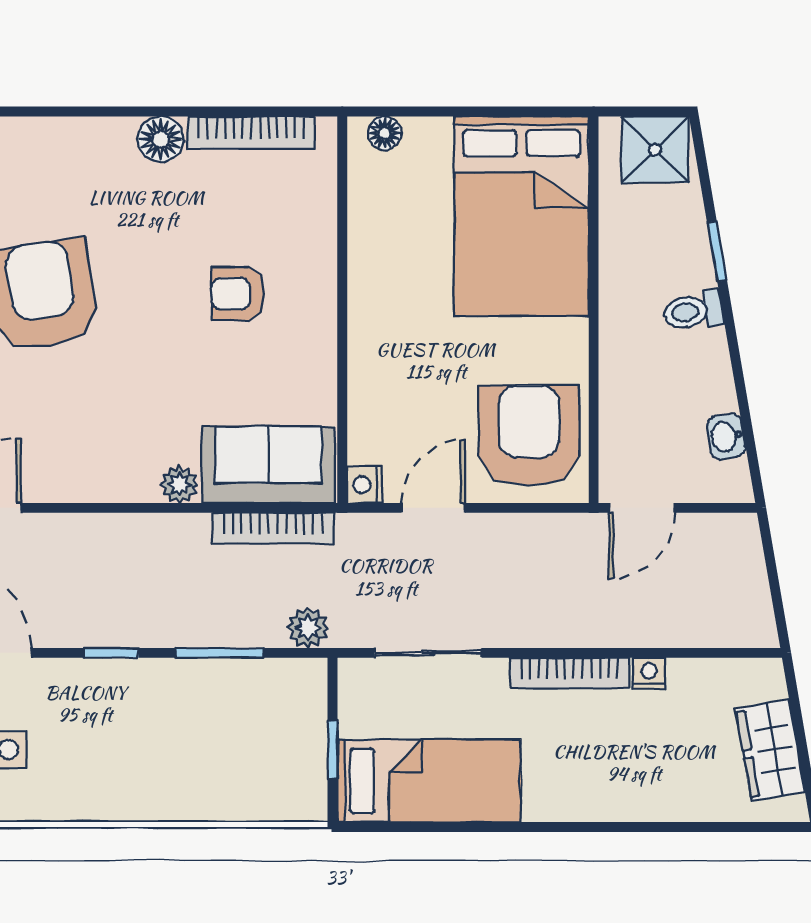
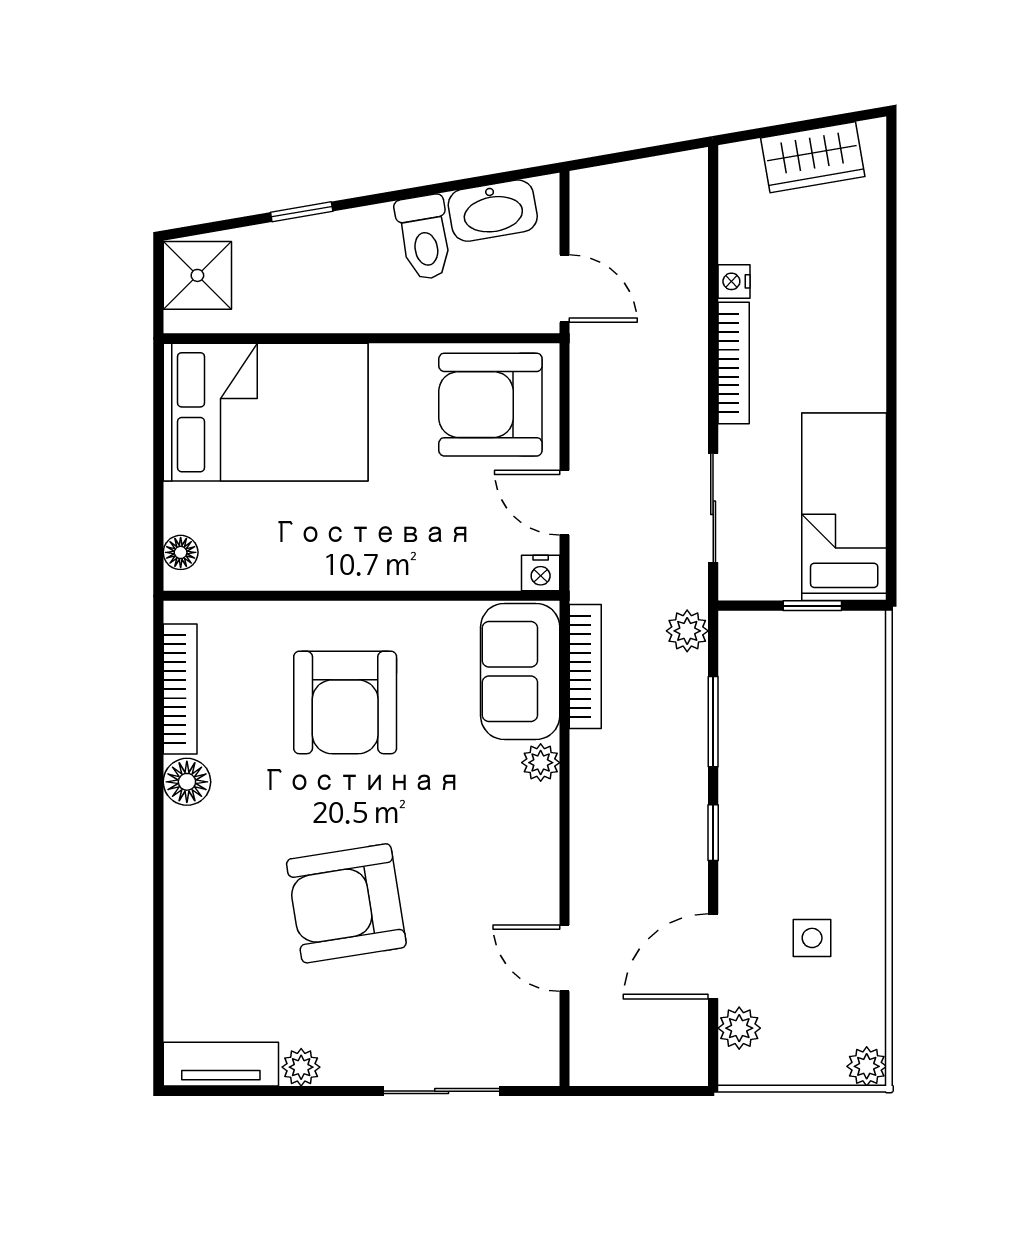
armchair: (238, 294) -> (345, 702), width x1.88, depth x1.88
toilet: (693, 311) -> (424, 238), moved, width x1.37, depth x1.39
washbasin: (726, 436) -> (493, 211), width x1.91, depth x1.45

